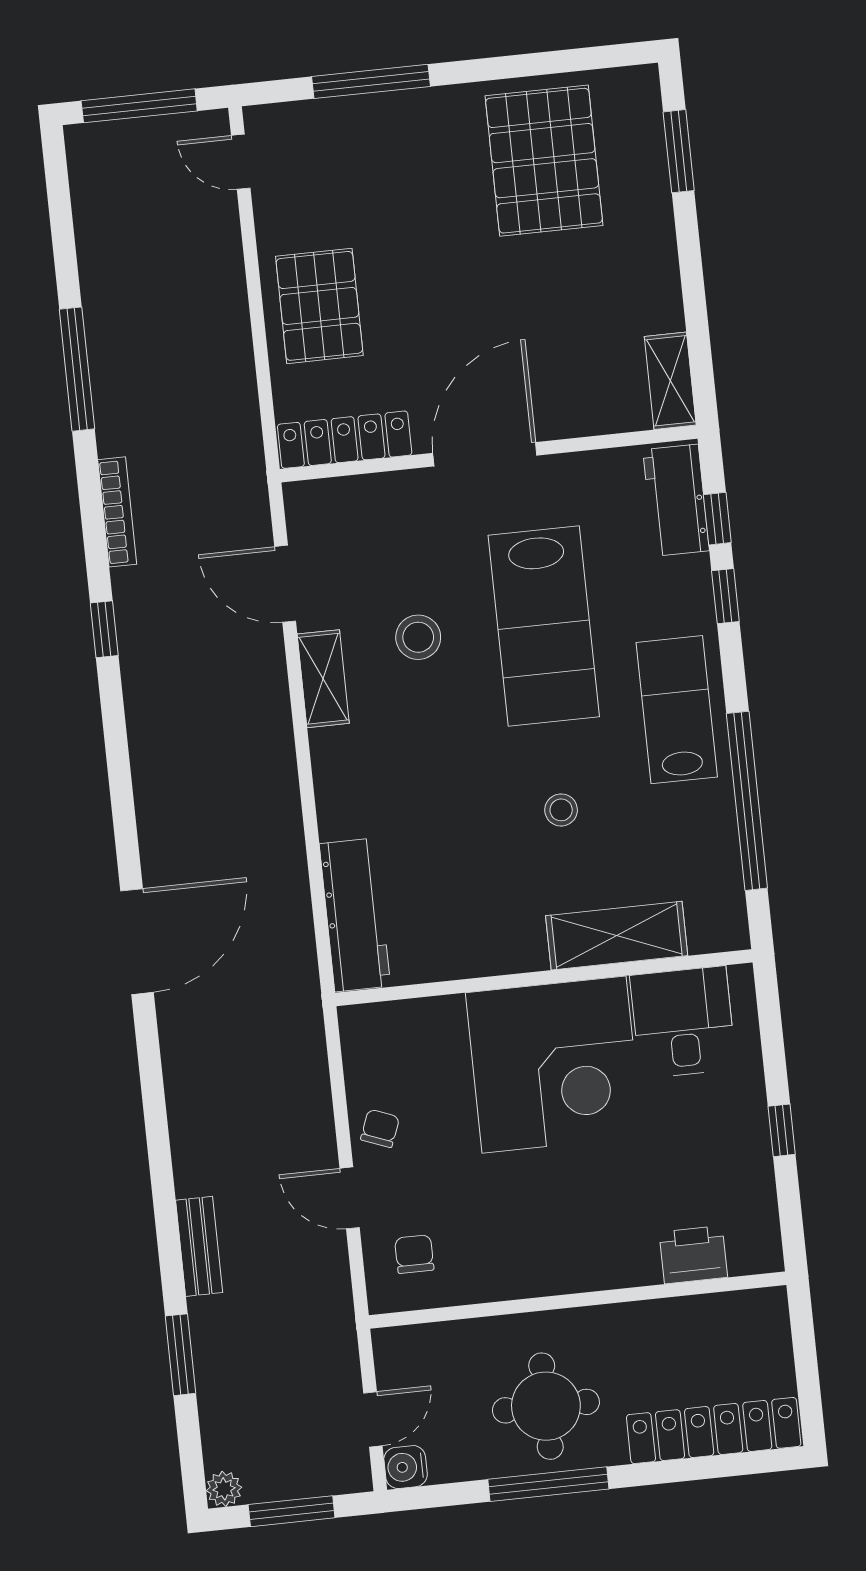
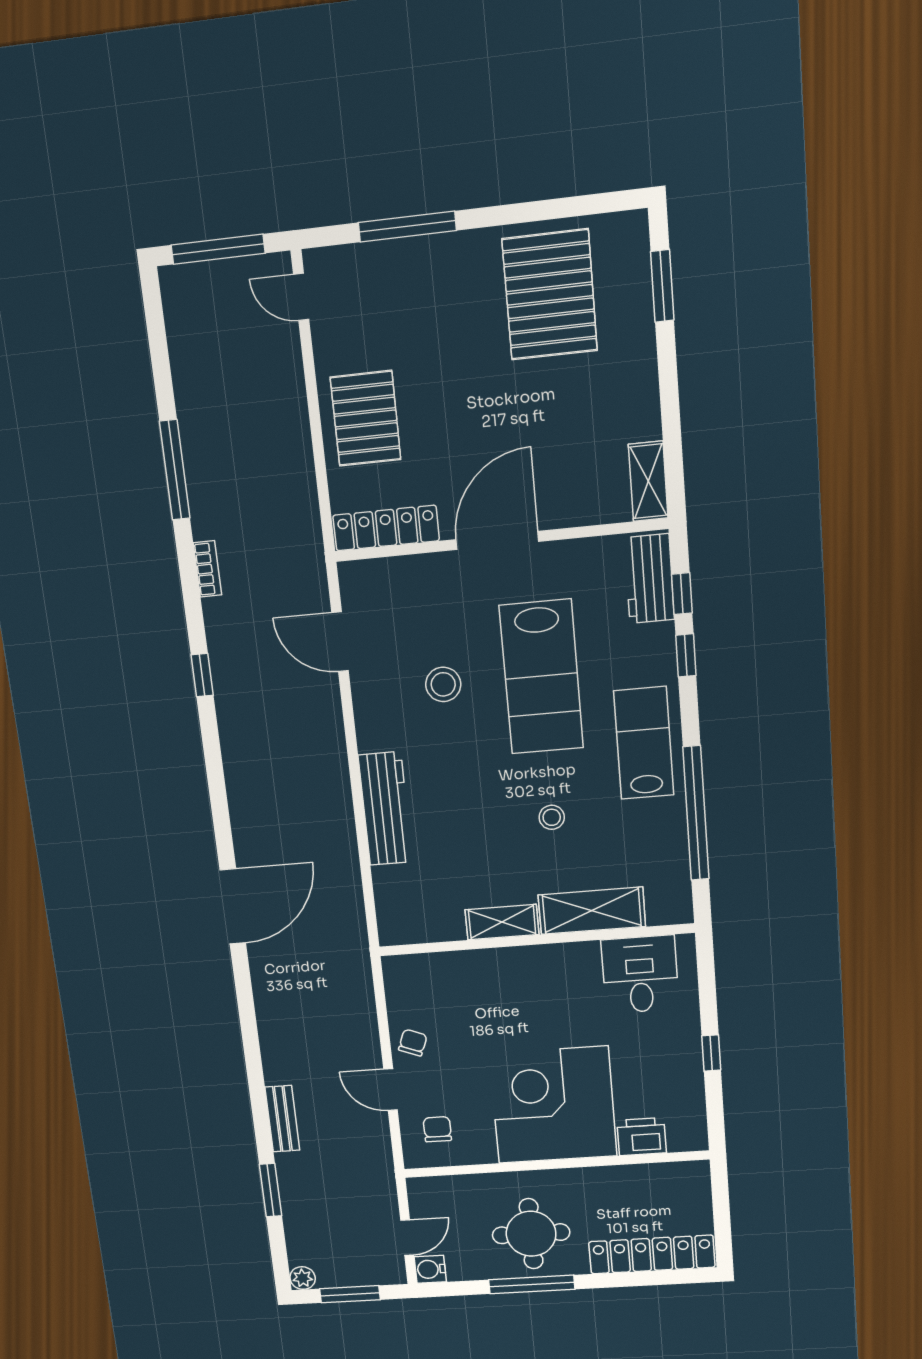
bookcase: (117, 512) -> (207, 569), width x0.64
shelving: (323, 679) -> (502, 922), moved, turned 90
workbench: (355, 915) -> (385, 809), moved
corner desk: (554, 1065) -> (553, 1105), moved, turned 180

